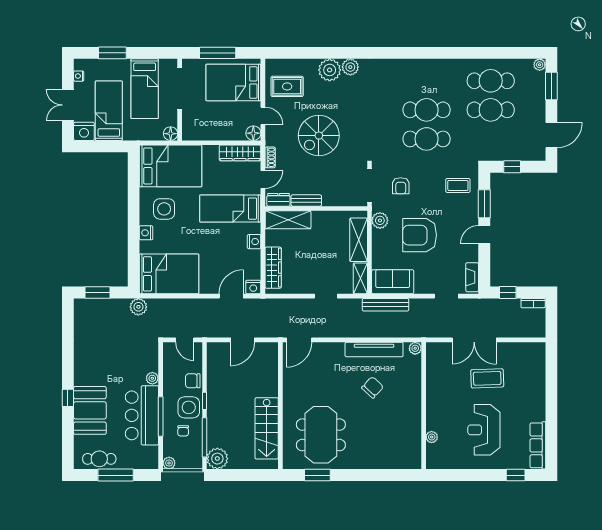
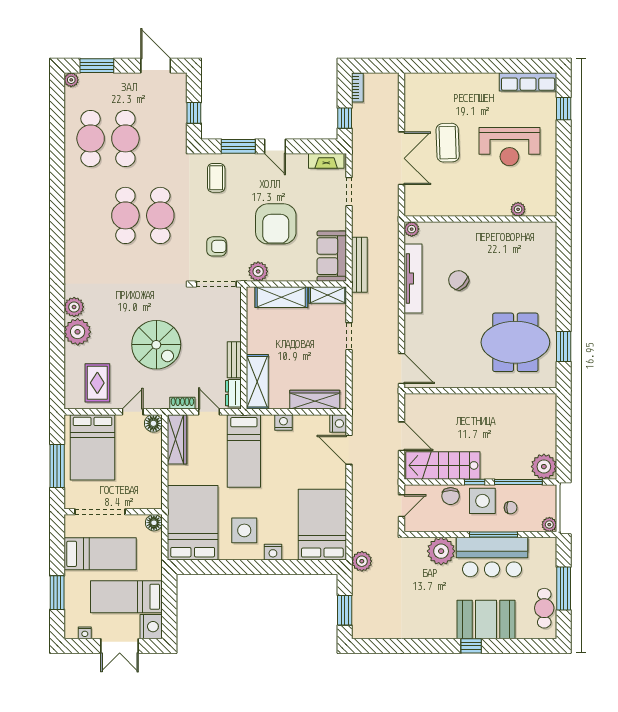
plant: (152, 378) -> (441, 551), width x1.88, depth x1.88
stairs: (267, 428) -> (443, 465), moved, turned 180

